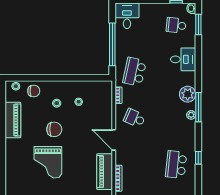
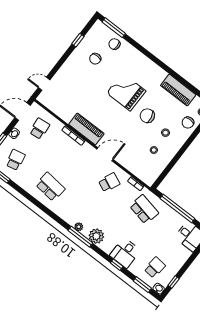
chair: (54, 129) -> (147, 116), turned 79
window: (198, 158) -> (117, 265), moved

